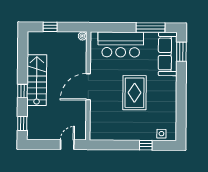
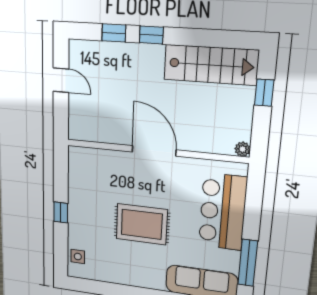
stairs: (37, 80) -> (211, 65), moved
window: (22, 123) -> (114, 33), moved
door: (67, 145) -> (61, 80), moved
window: (146, 145) -> (61, 212), moved

